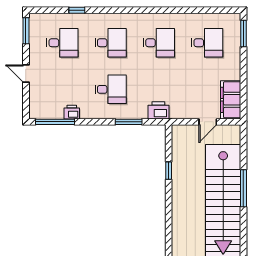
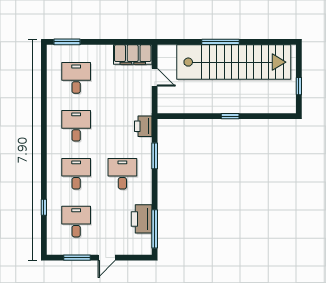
window: (26, 31) -> (77, 258), moved
printer: (72, 112) -> (142, 219), width x1.87, depth x1.48
window: (169, 171) -> (230, 116), moved

